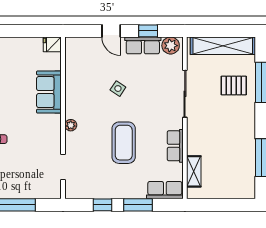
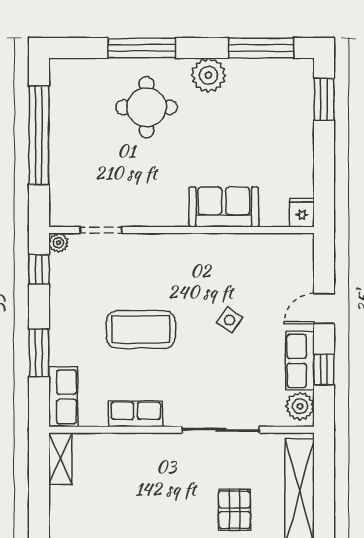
plant: (71, 125) -> (58, 243), moved
shelving: (194, 171) -> (60, 459), moved, turned 90
window: (102, 205) -> (39, 269), moved

